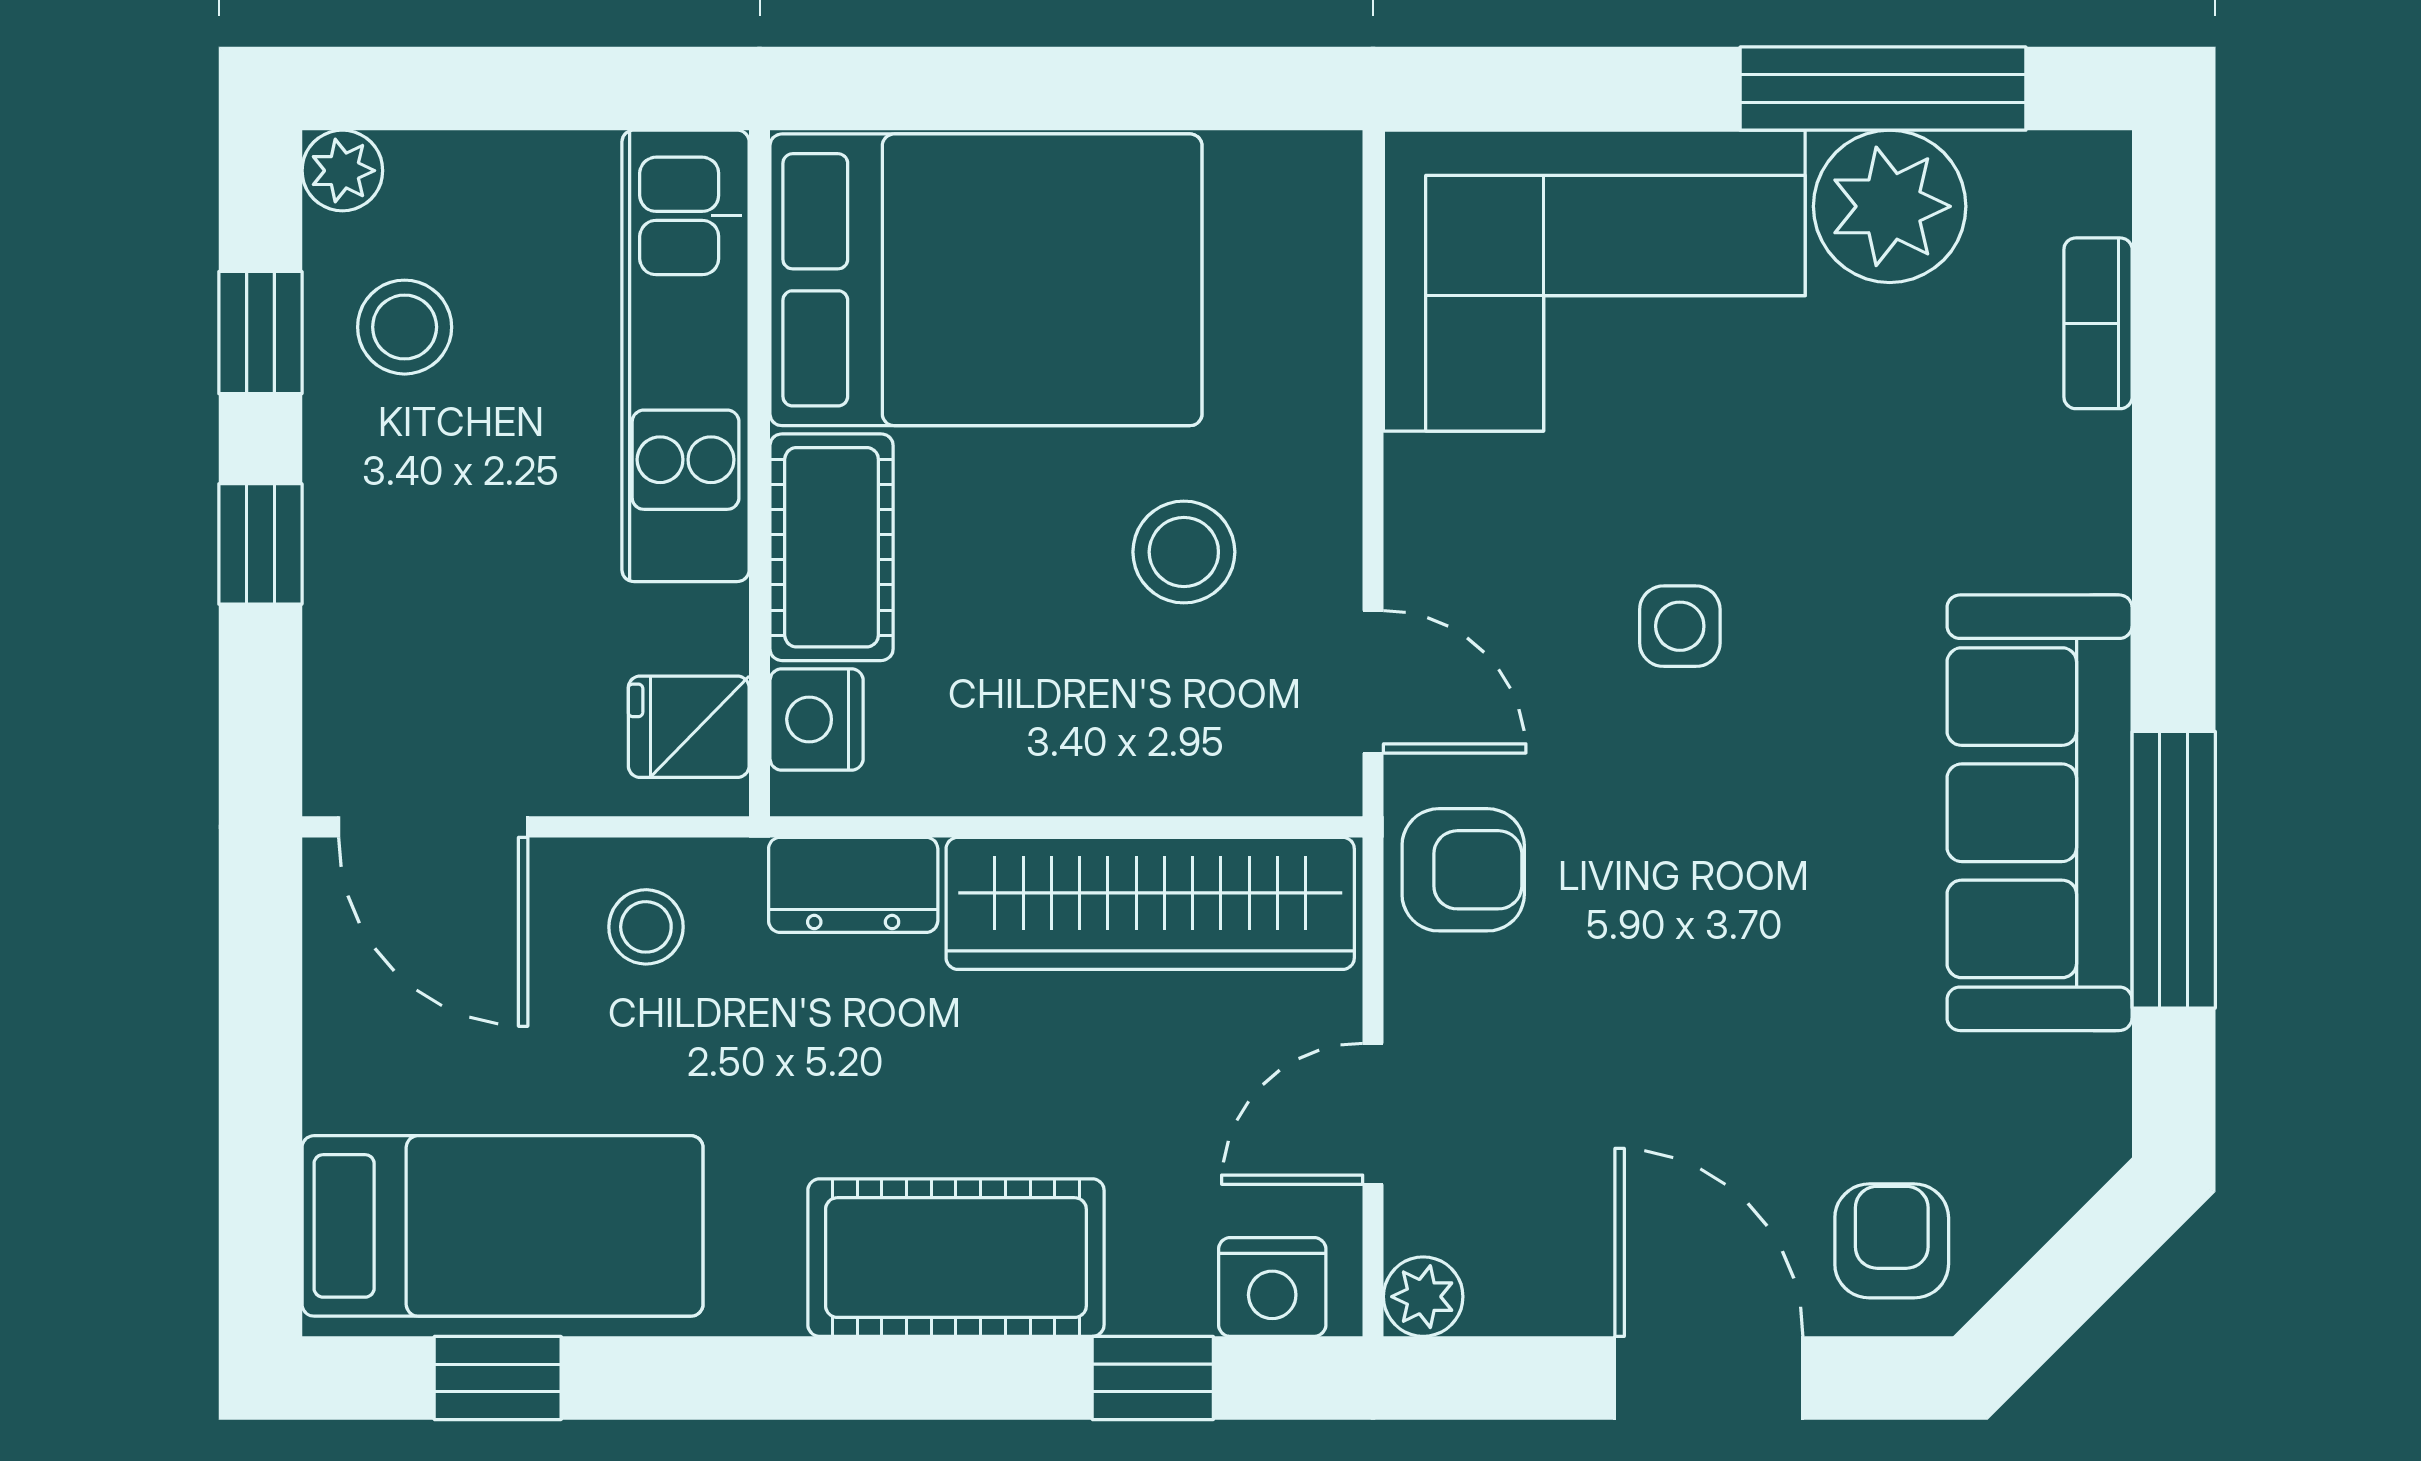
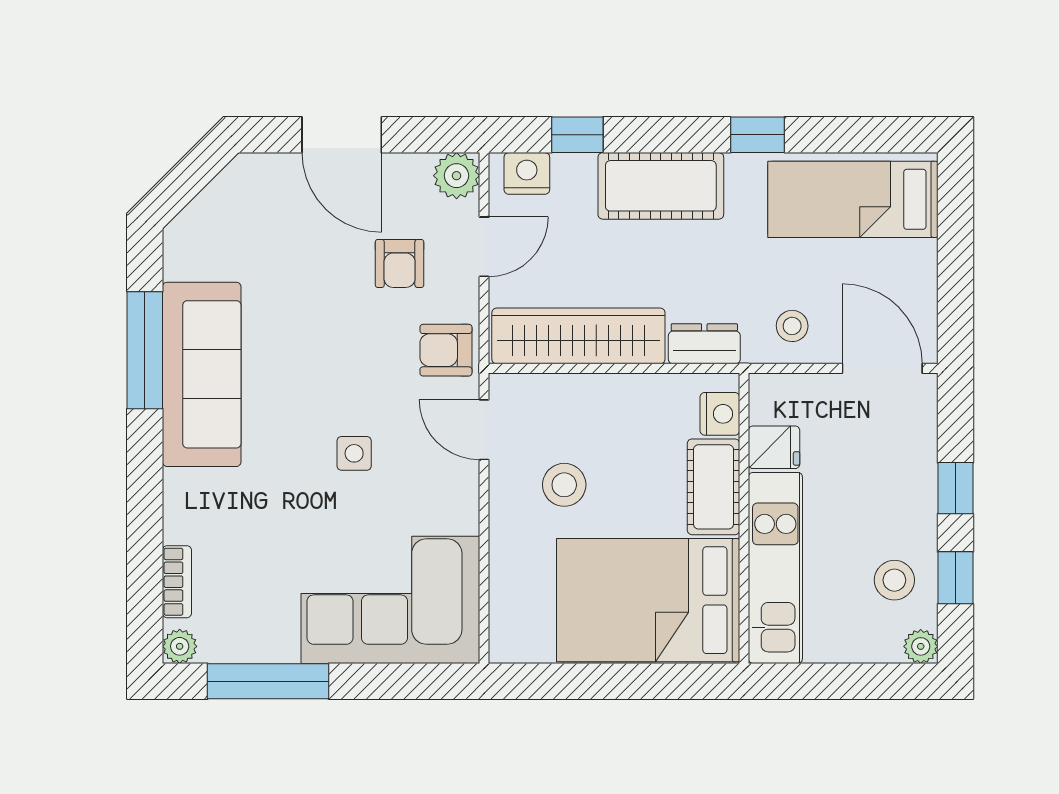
plant: (1890, 206) -> (180, 646), moved, width x0.53, depth x0.53
fridge: (689, 727) -> (774, 447), moved
armchair: (1892, 1241) -> (400, 263), moved
plant: (1423, 1297) -> (457, 176), width x1.38, depth x1.38
window: (498, 1378) -> (758, 135), moved

